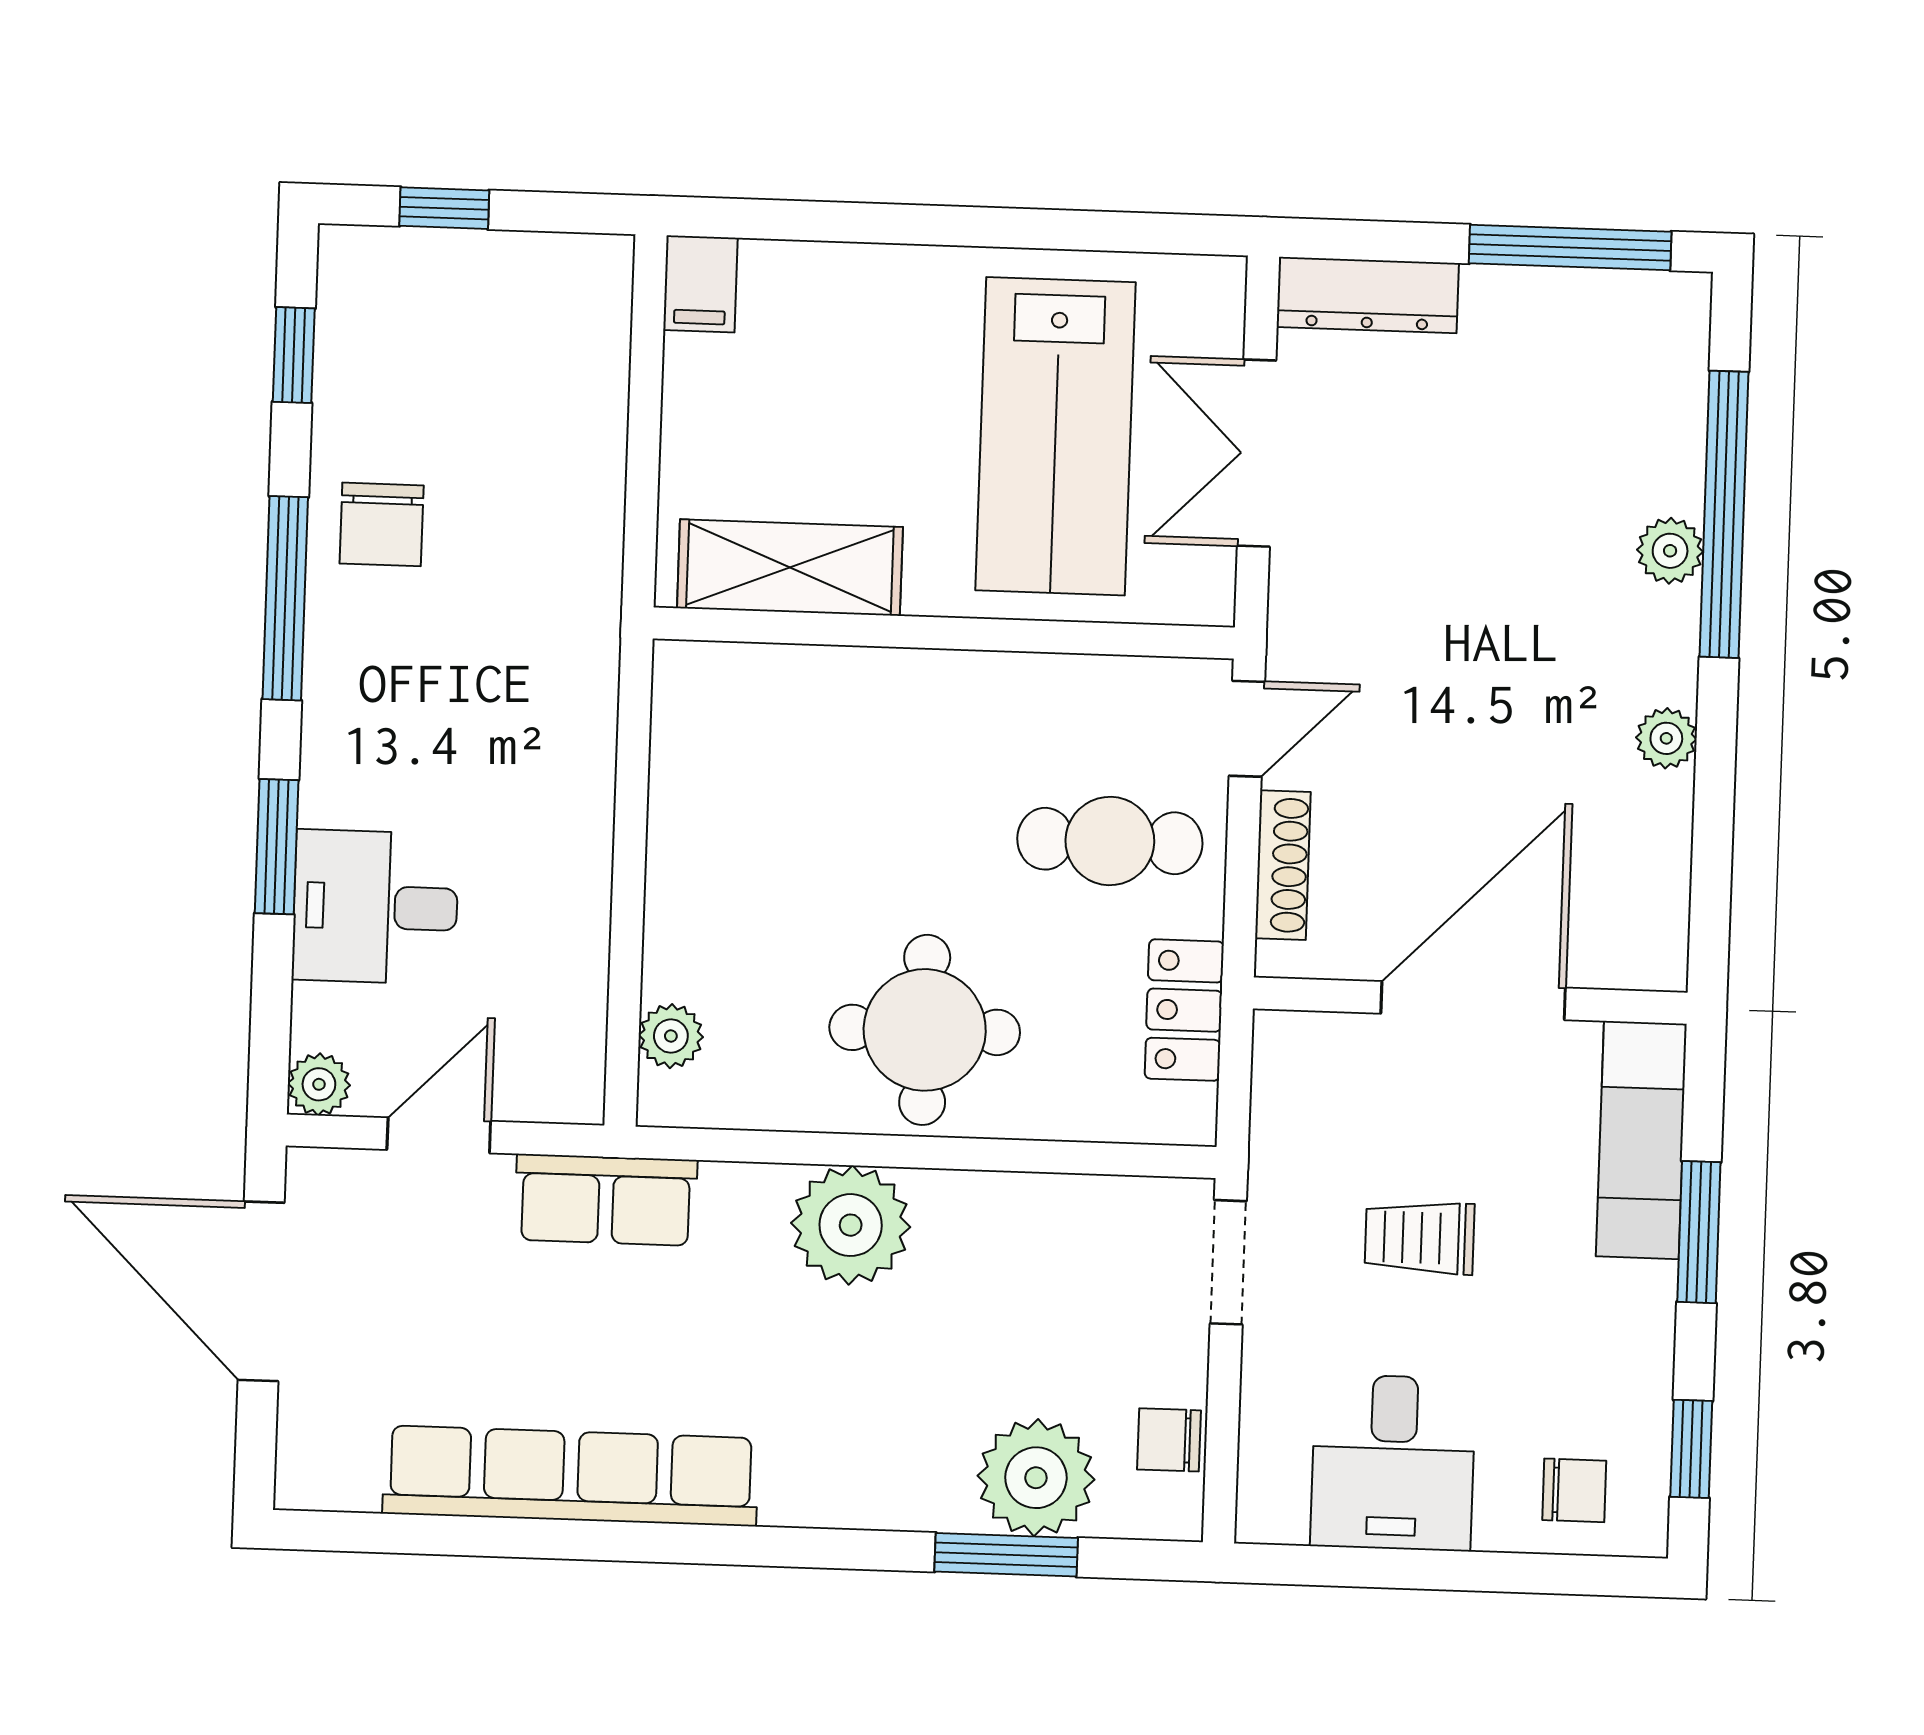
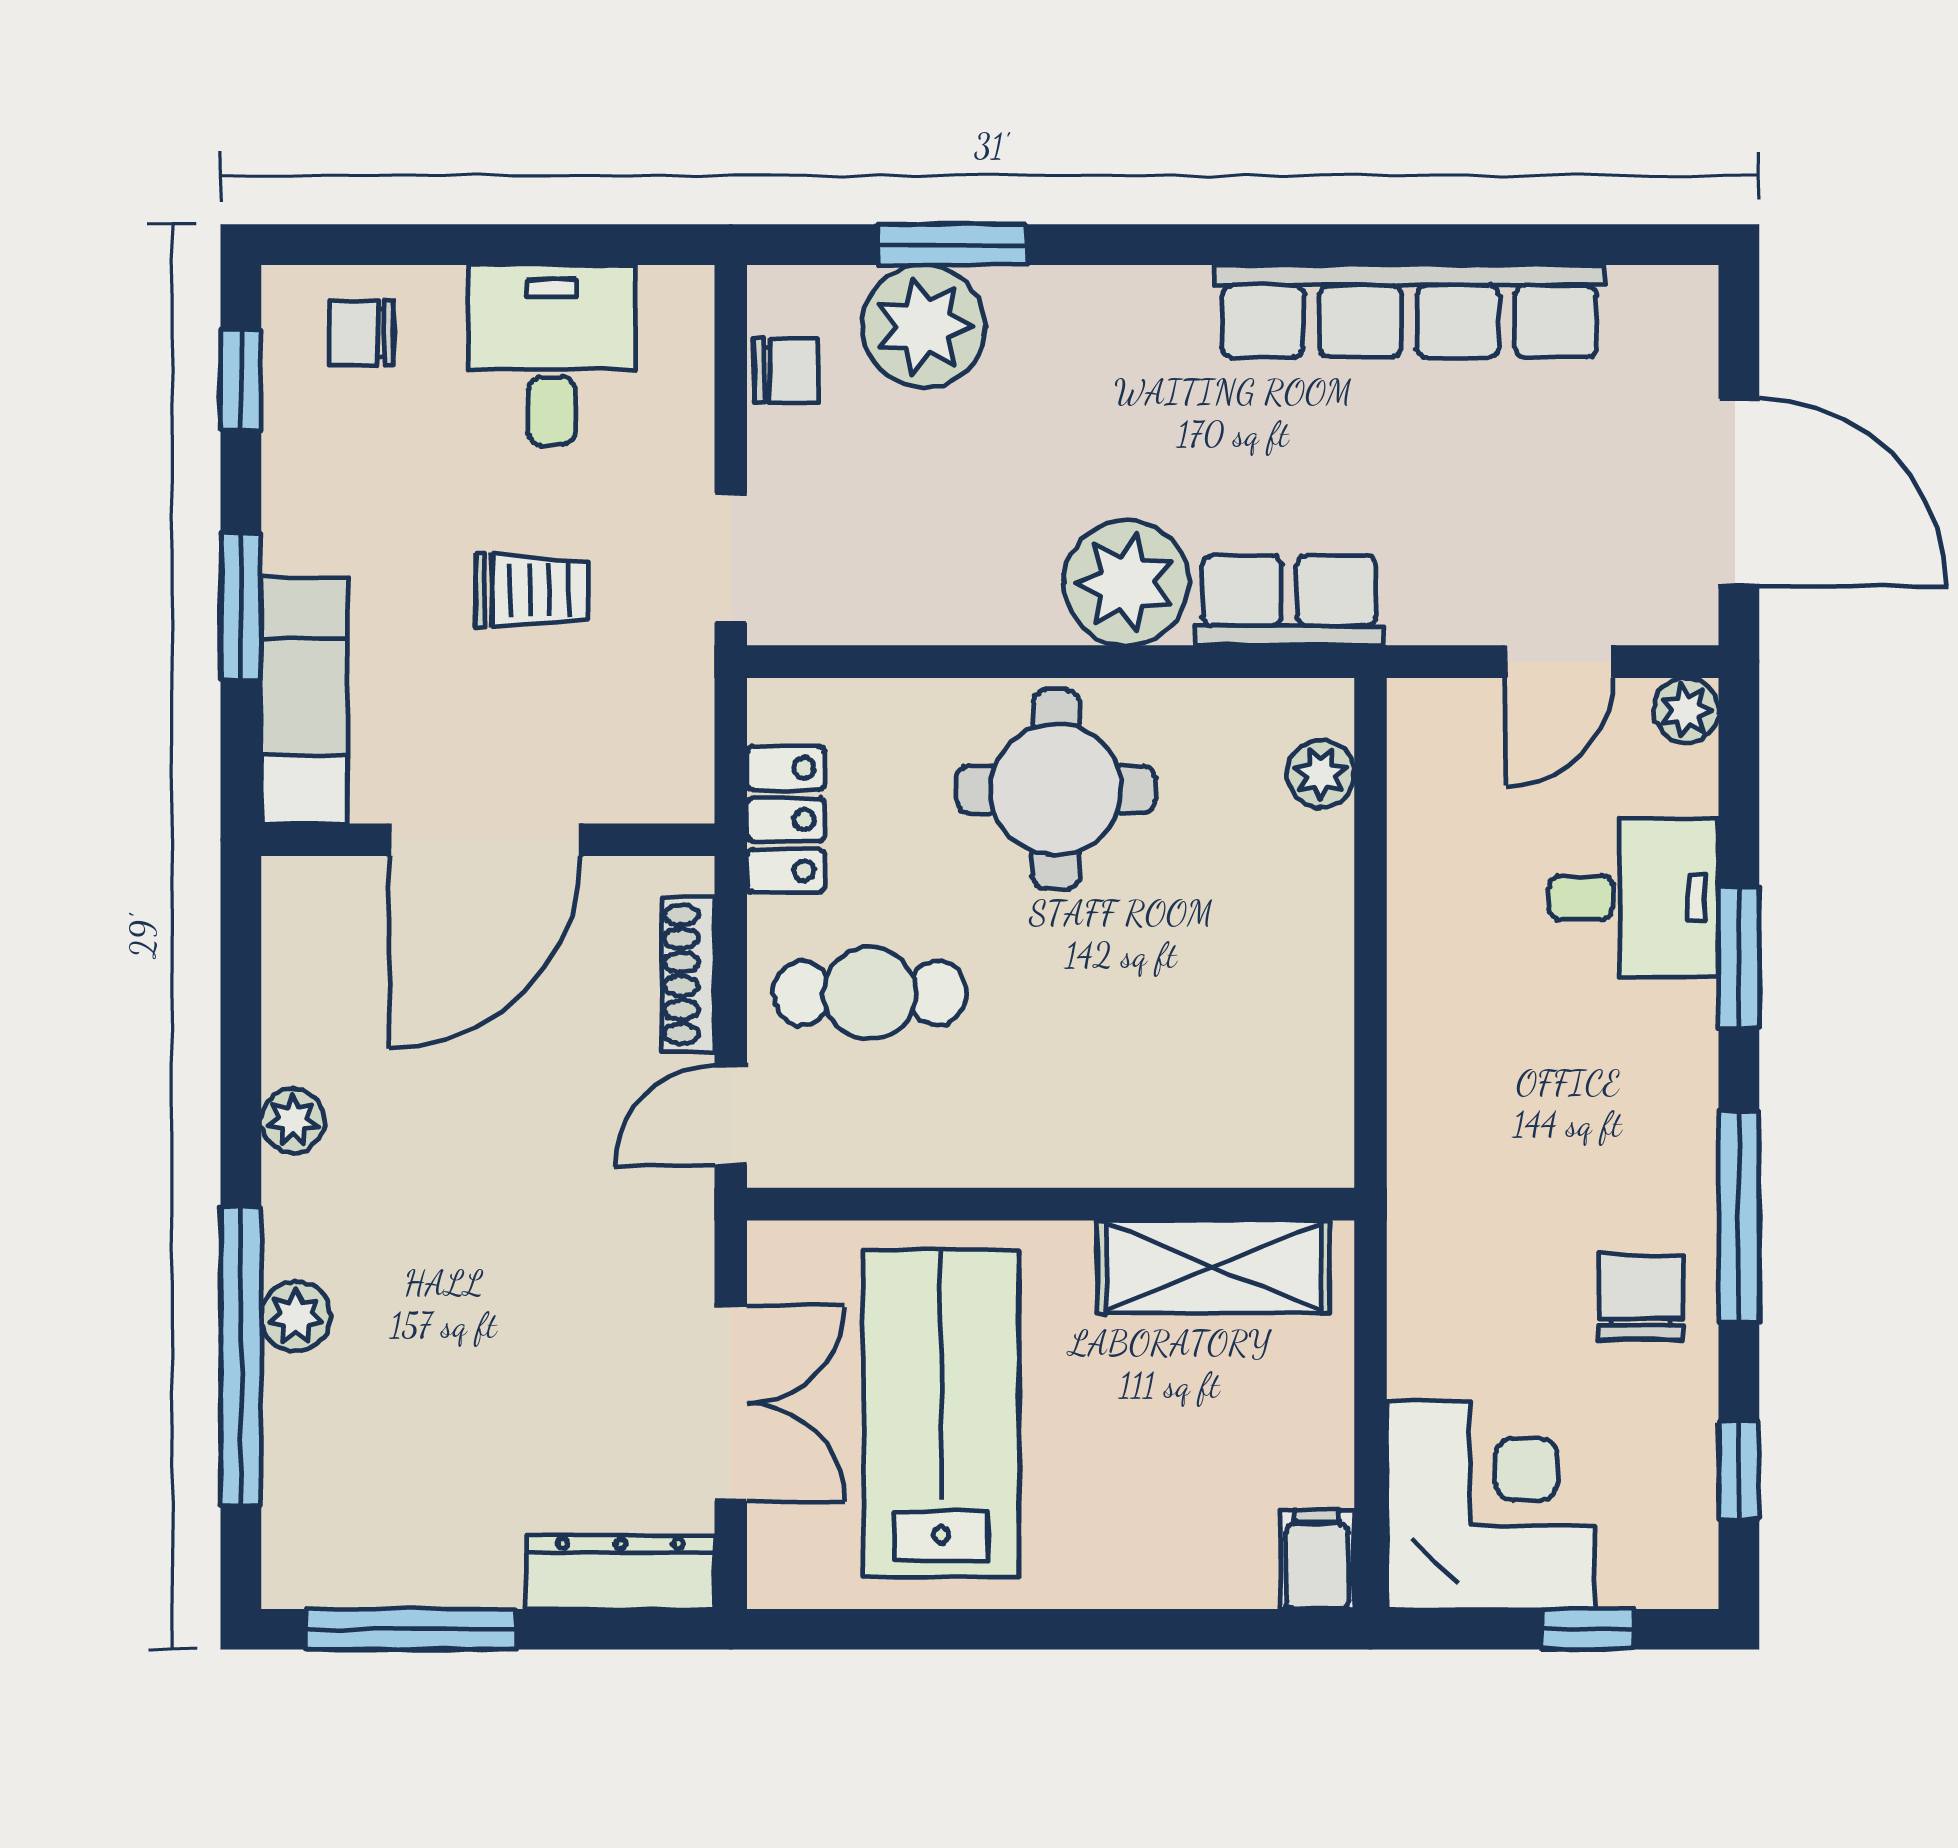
corner desk: (532, 330) -> (1491, 1505), added
row of seats: (606, 1200) -> (1289, 600), moved

